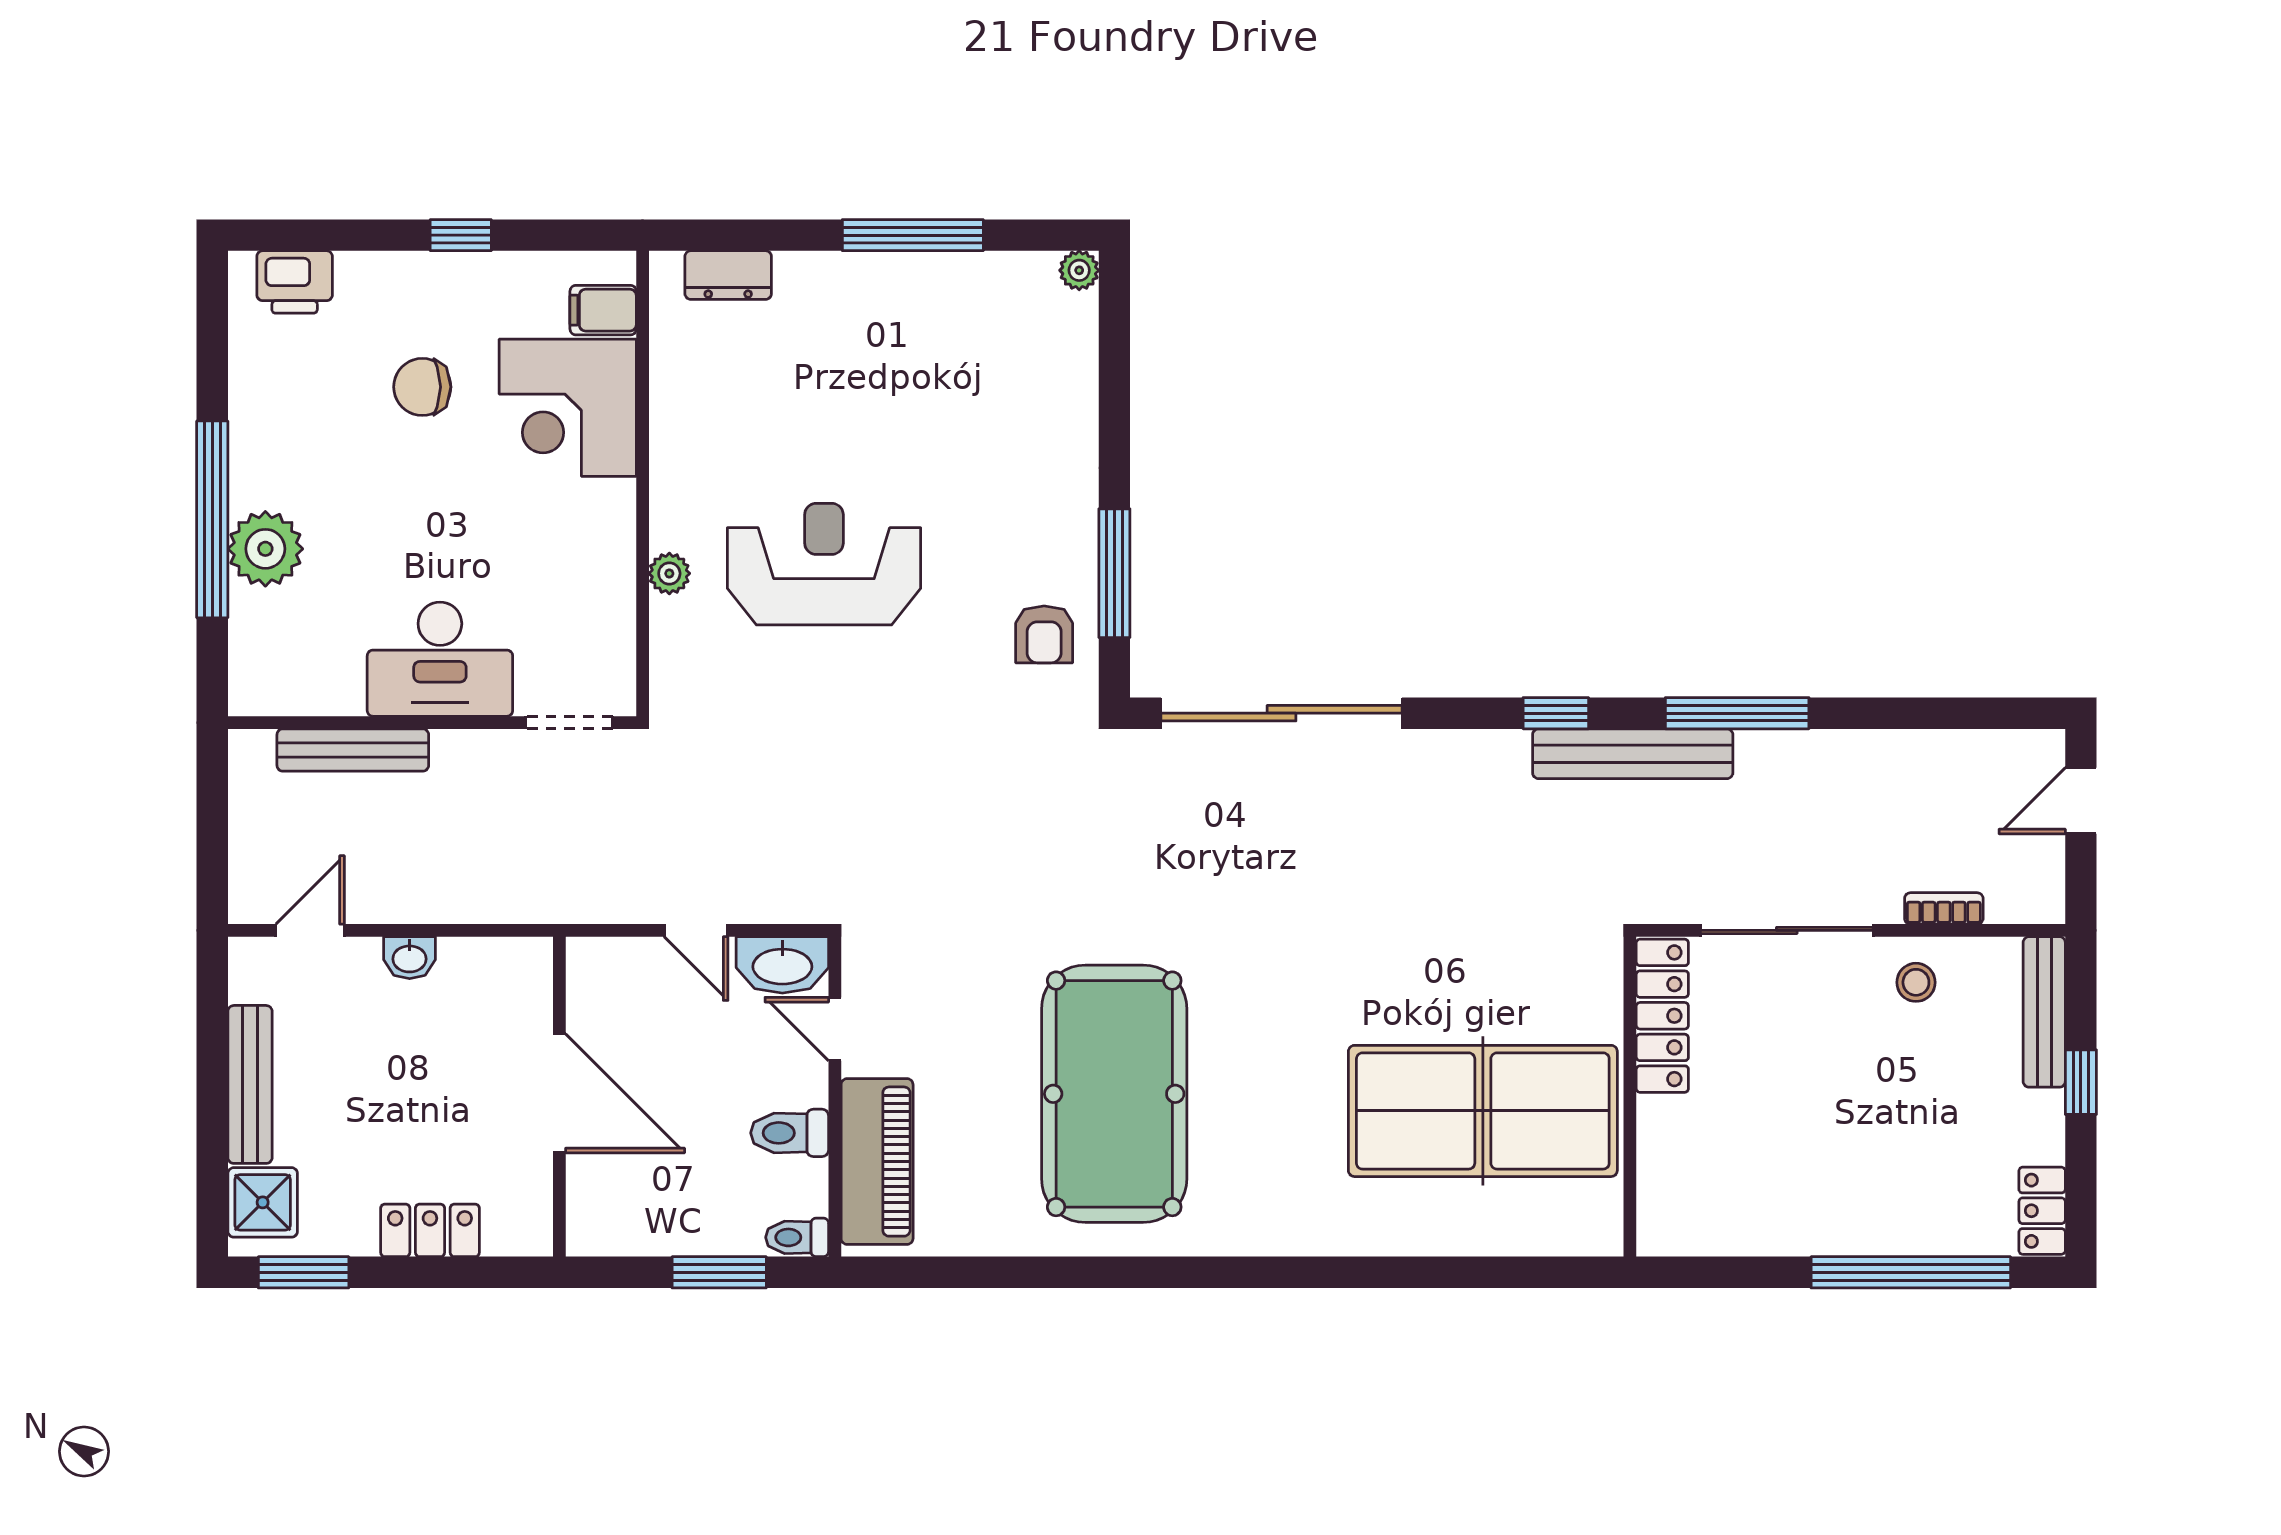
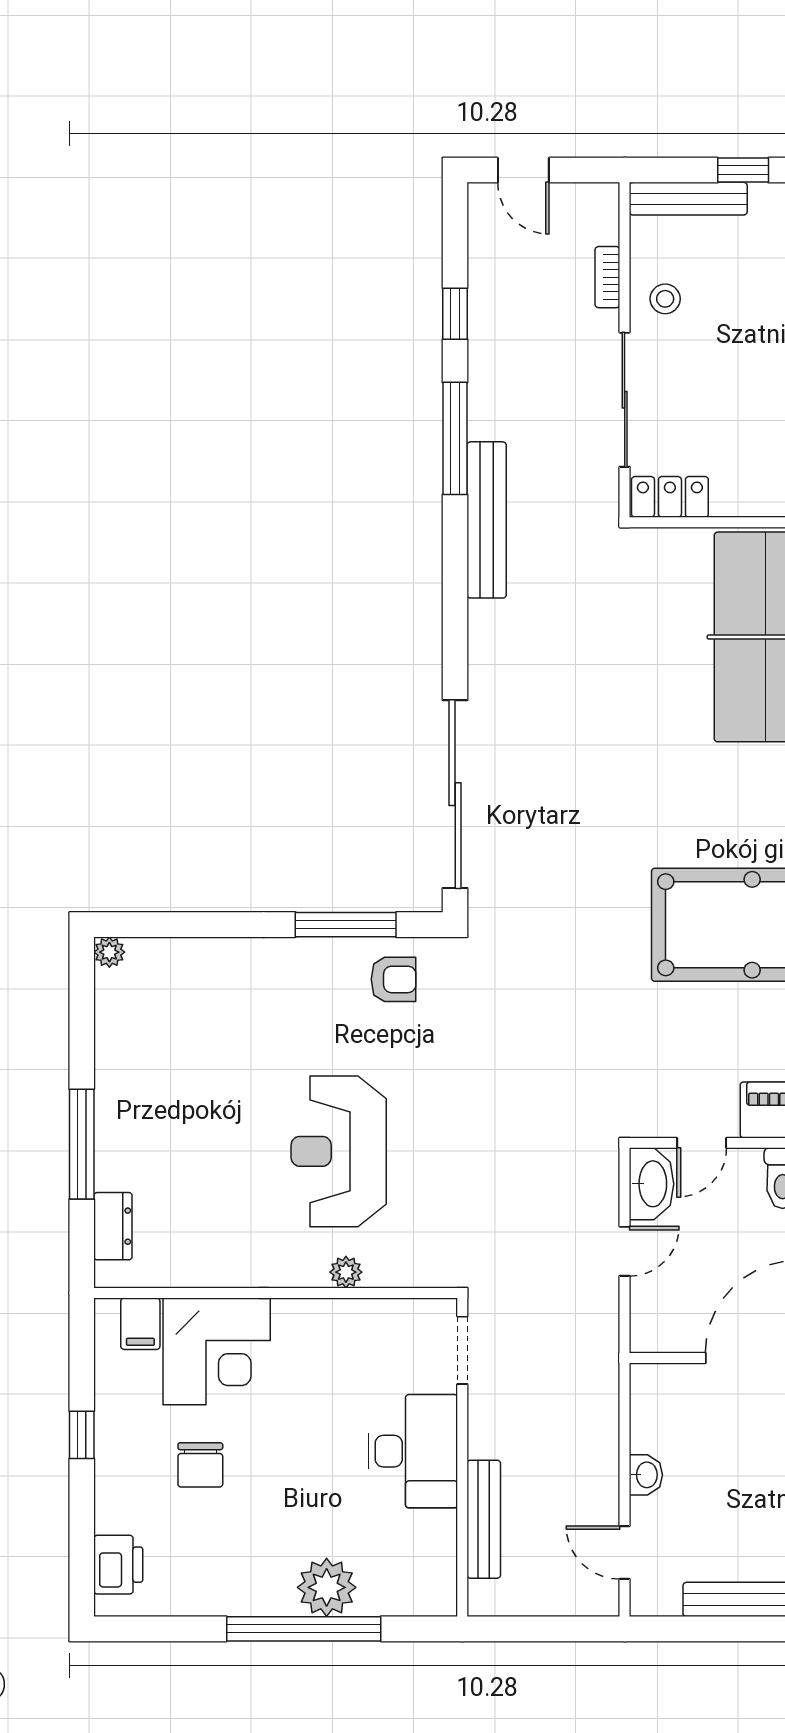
window: (913, 235) -> (82, 1144), moved
window: (1556, 713) -> (455, 314), moved
locker: (1662, 1016) -> (670, 497), width x0.66

